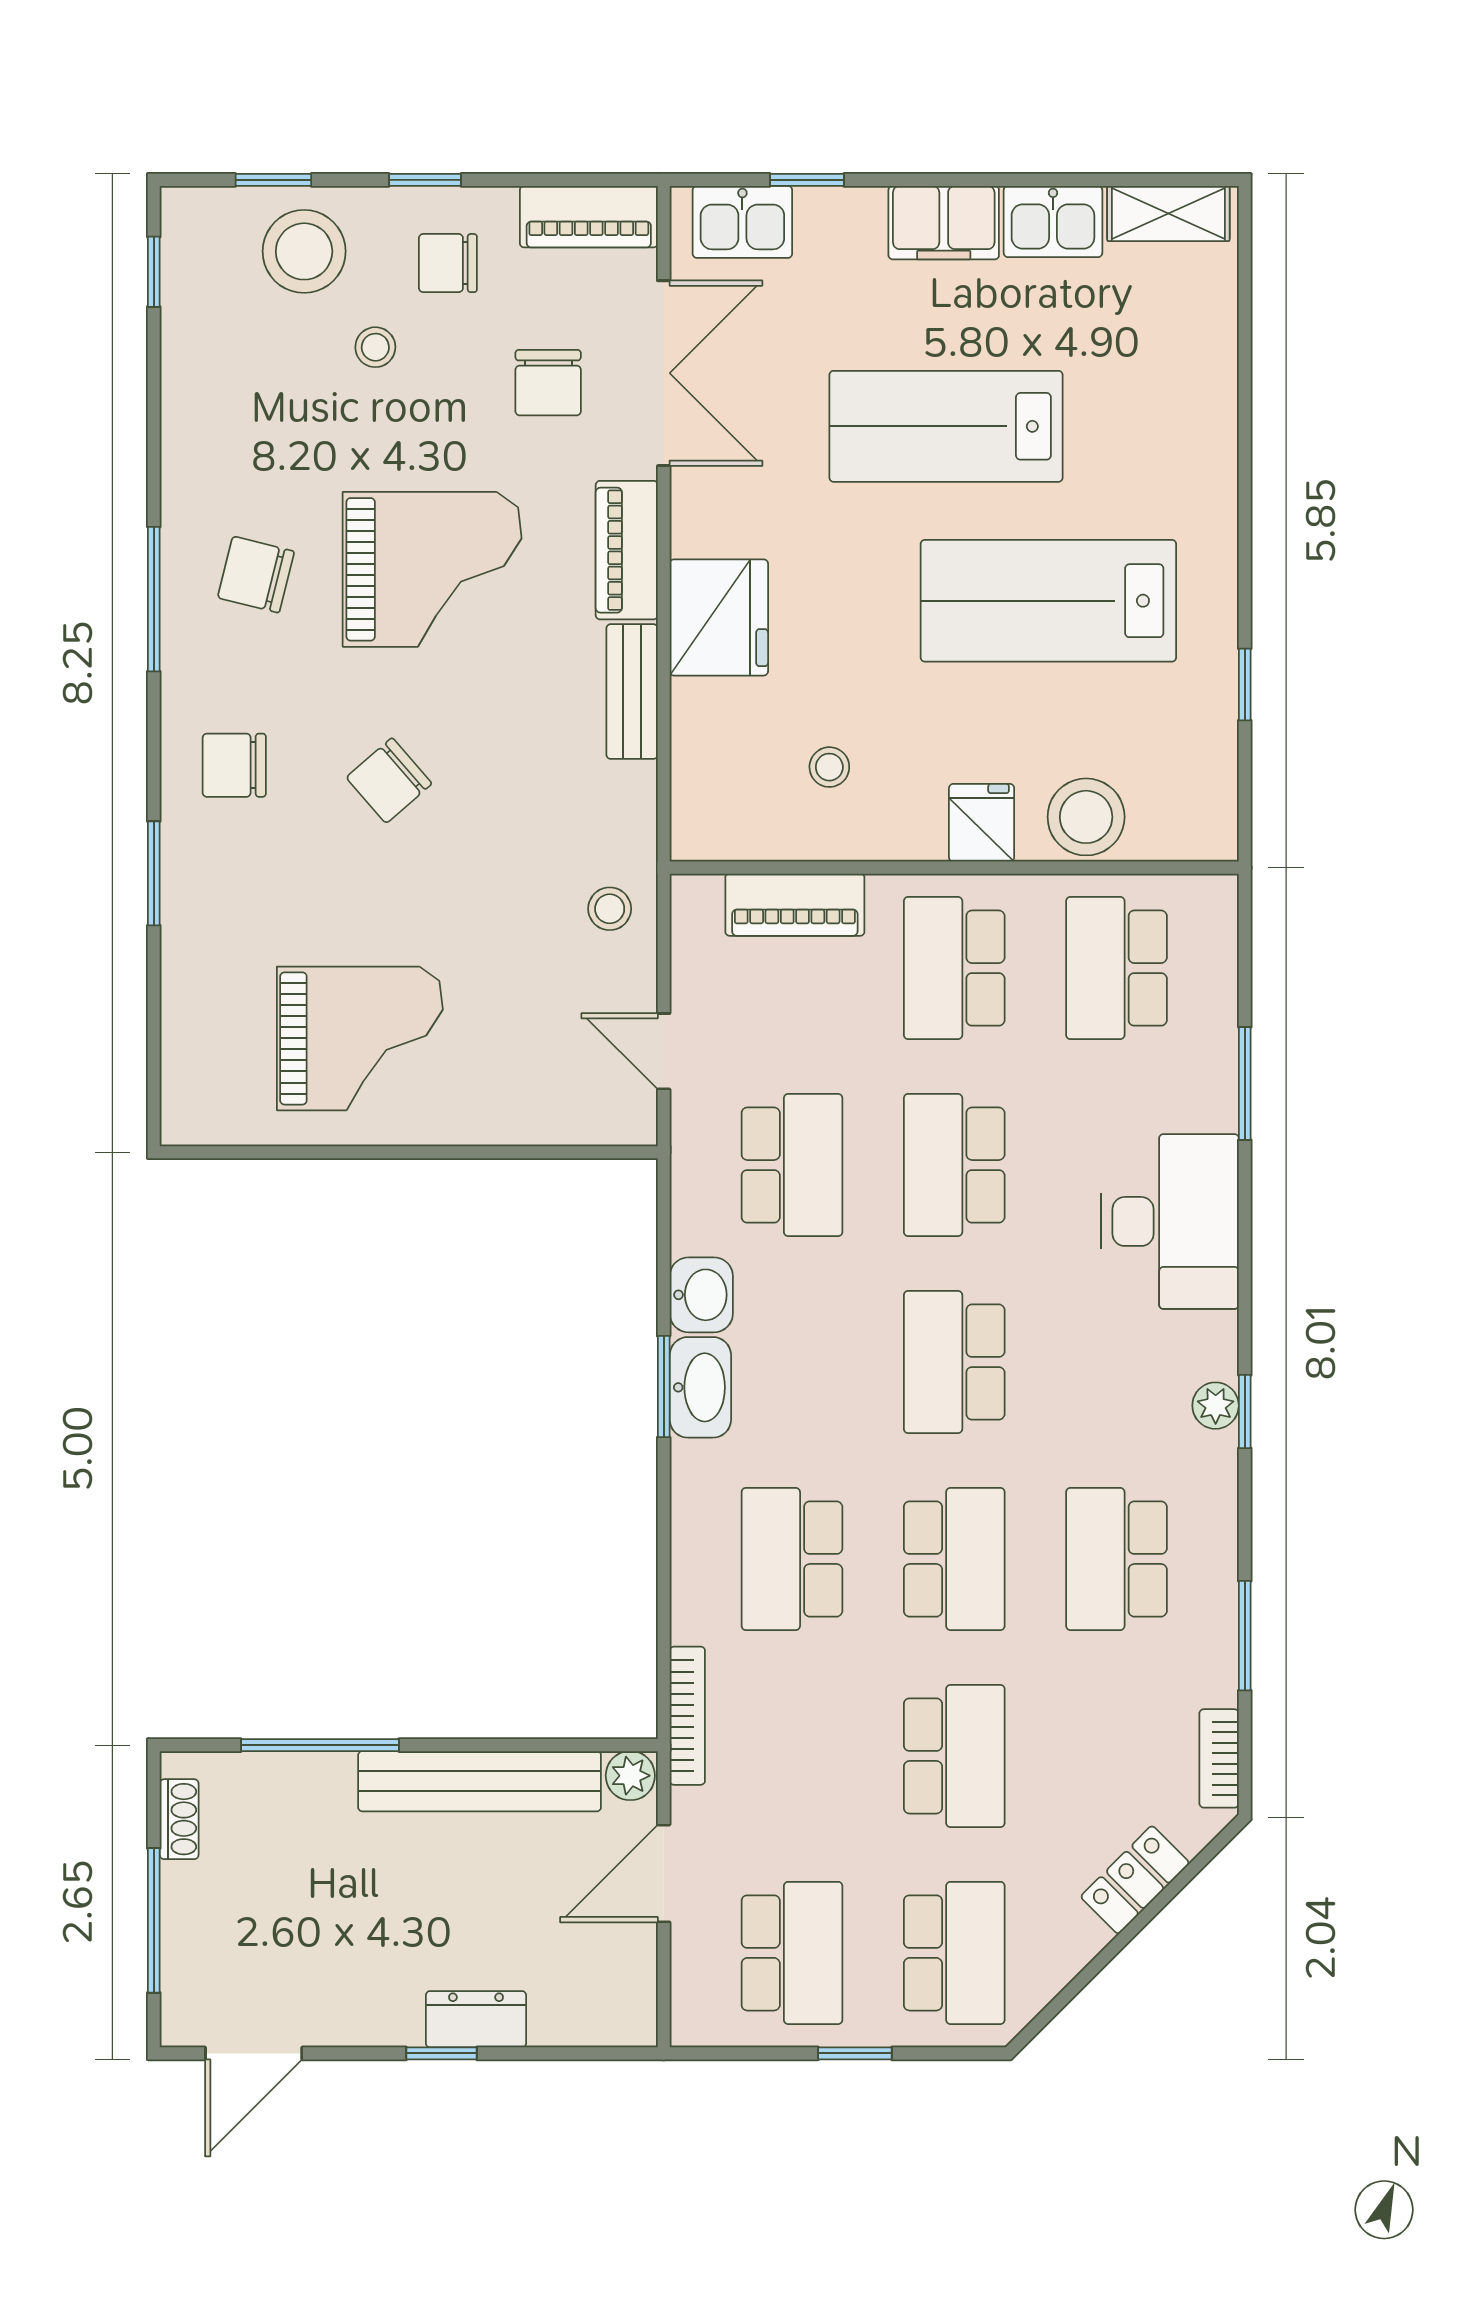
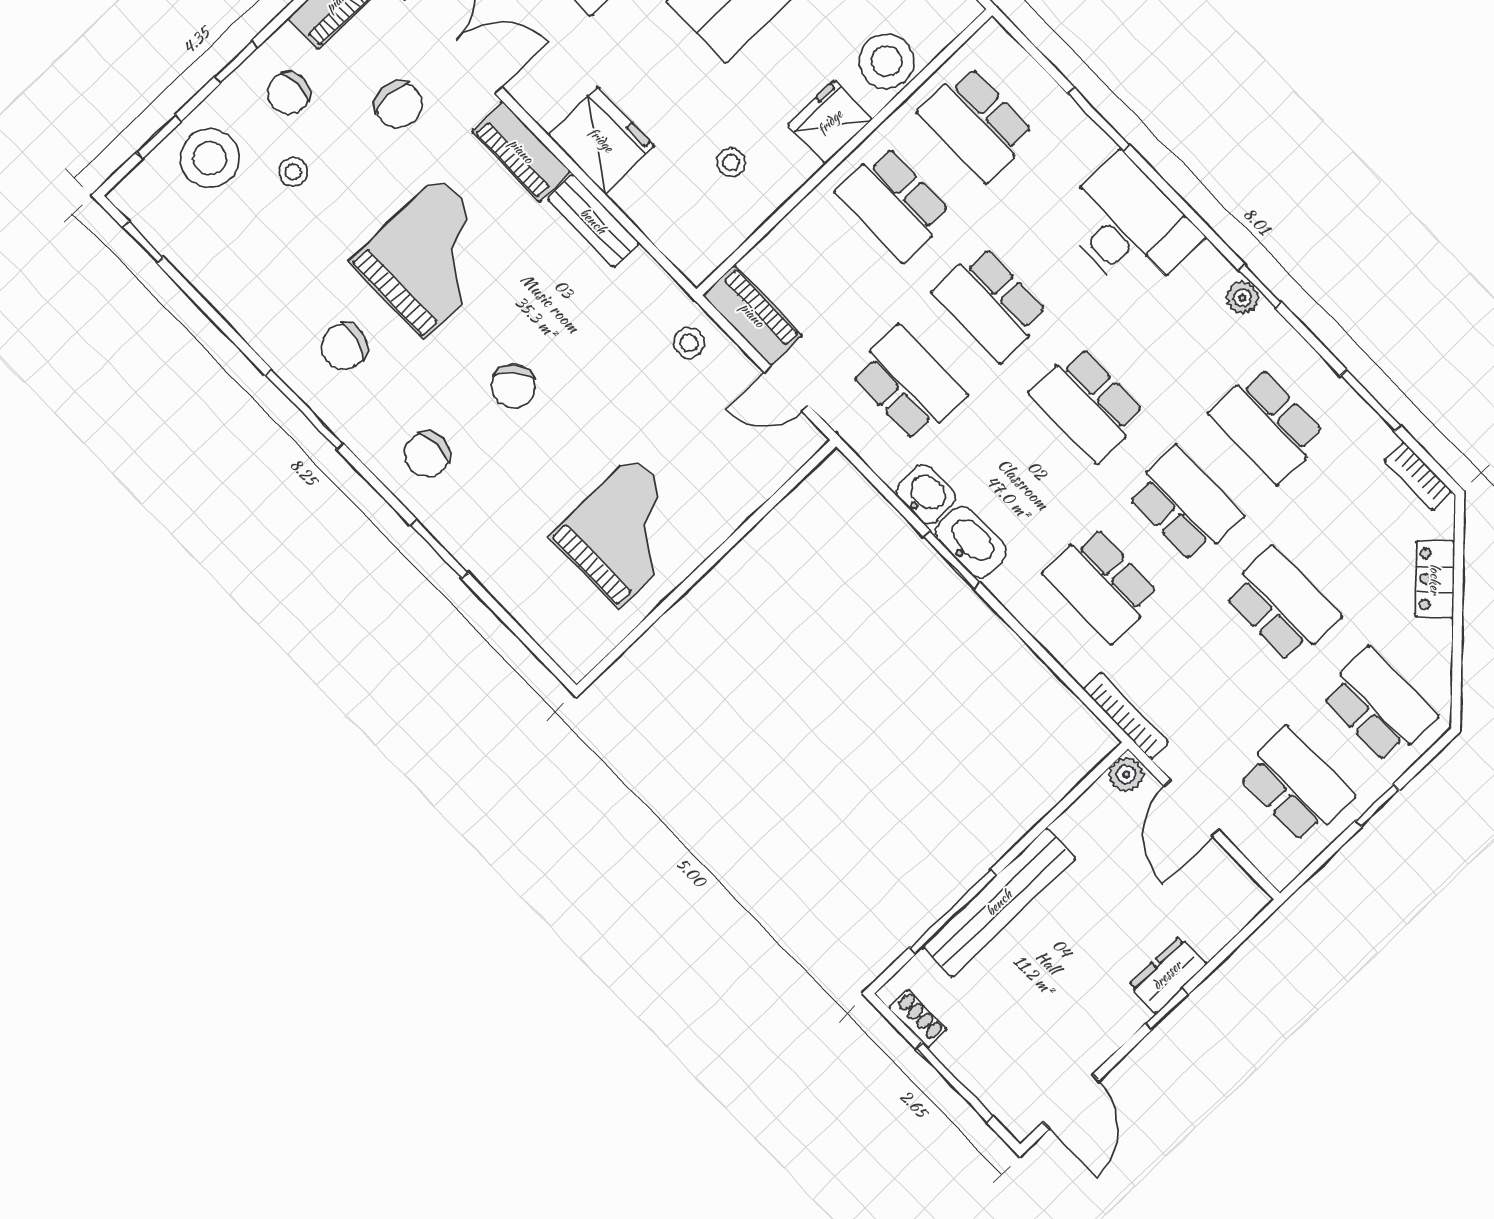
fridge: (982, 823) -> (830, 122), width x1.38
piano: (795, 905) -> (752, 315), moved, turned -90
bench: (480, 1781) -> (999, 903), moved

